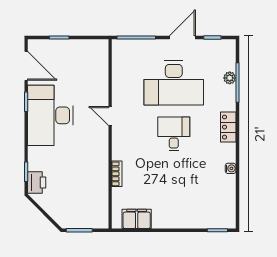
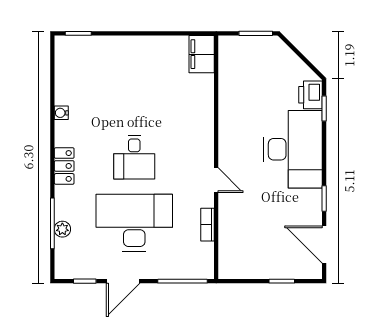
desk: (50, 115) -> (293, 149), moved
bookcase: (117, 174) -> (208, 225), moved
filing cabinet: (137, 219) -> (202, 54), moved, turned 90

